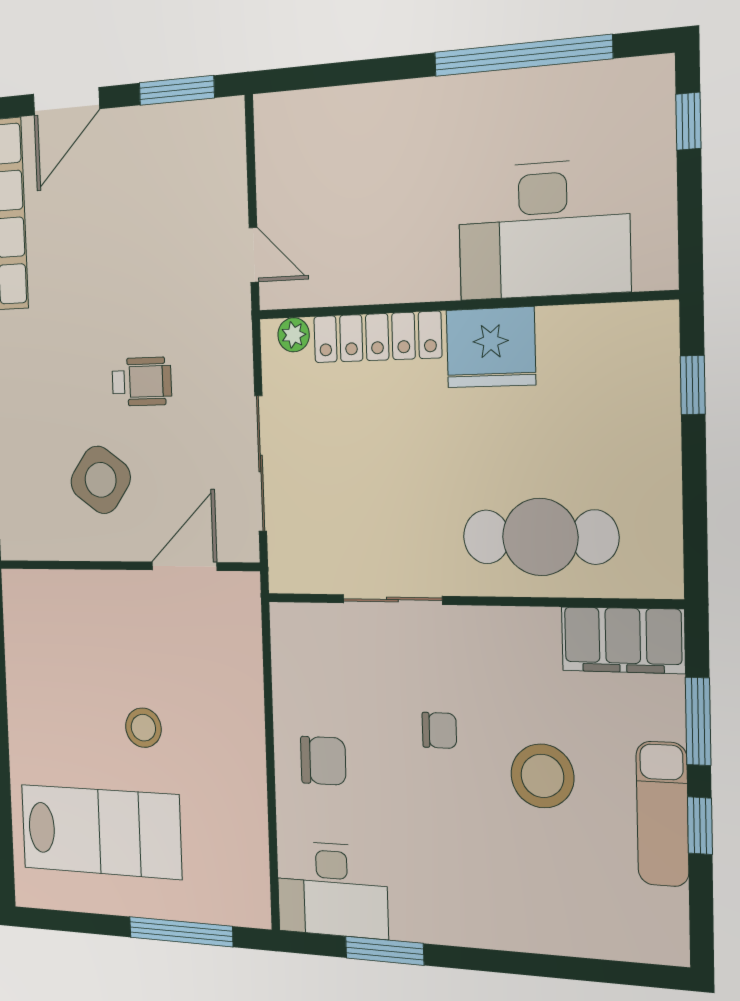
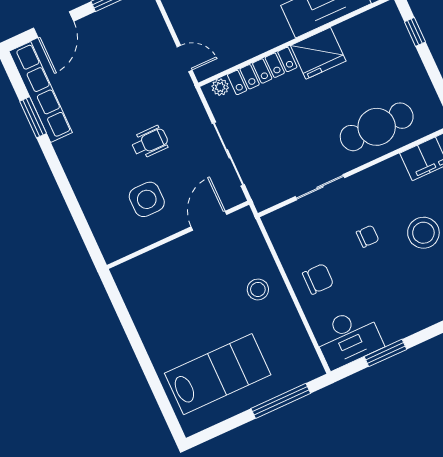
side table: (101, 480) -> (147, 199), turned -36
stool: (143, 728) -> (258, 289), moved

